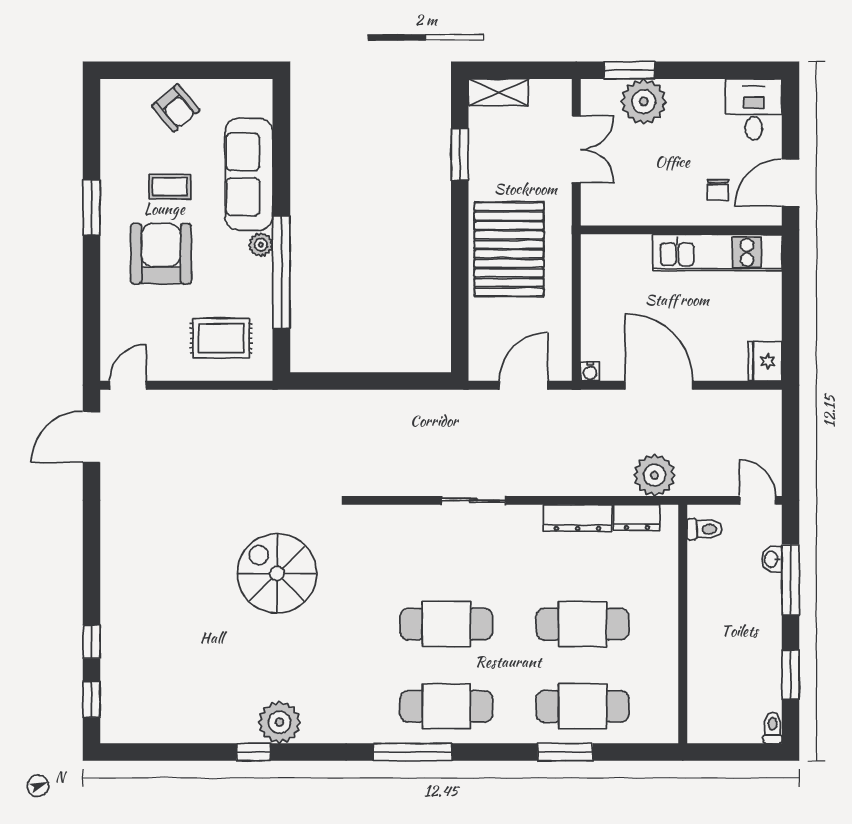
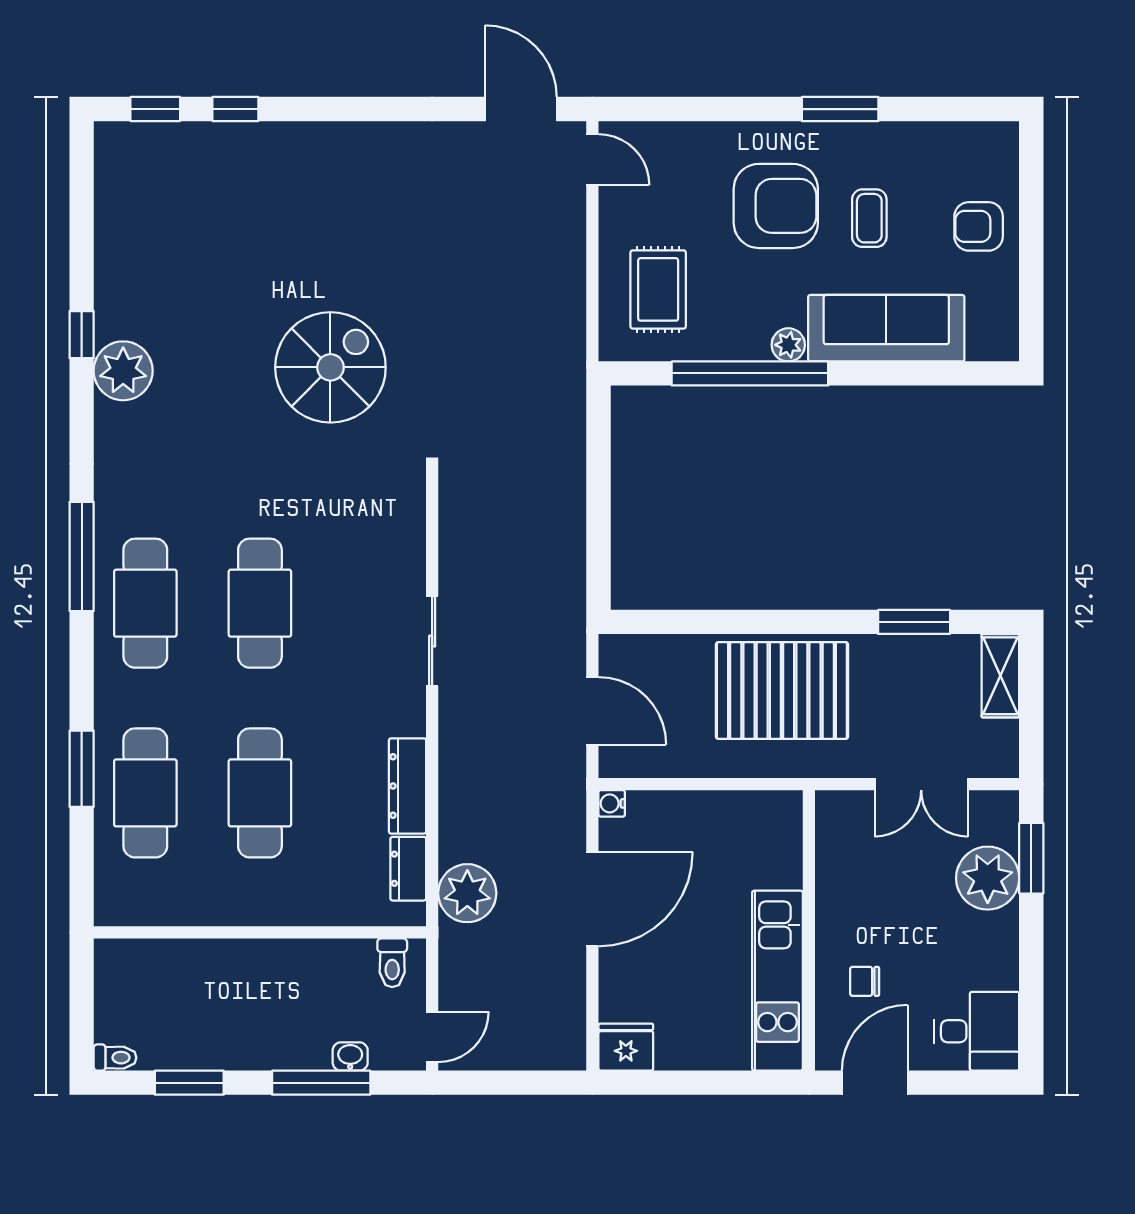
armchair: (176, 108) -> (979, 226), turned 40
door: (791, 183) -> (875, 1083), hinge flipped

